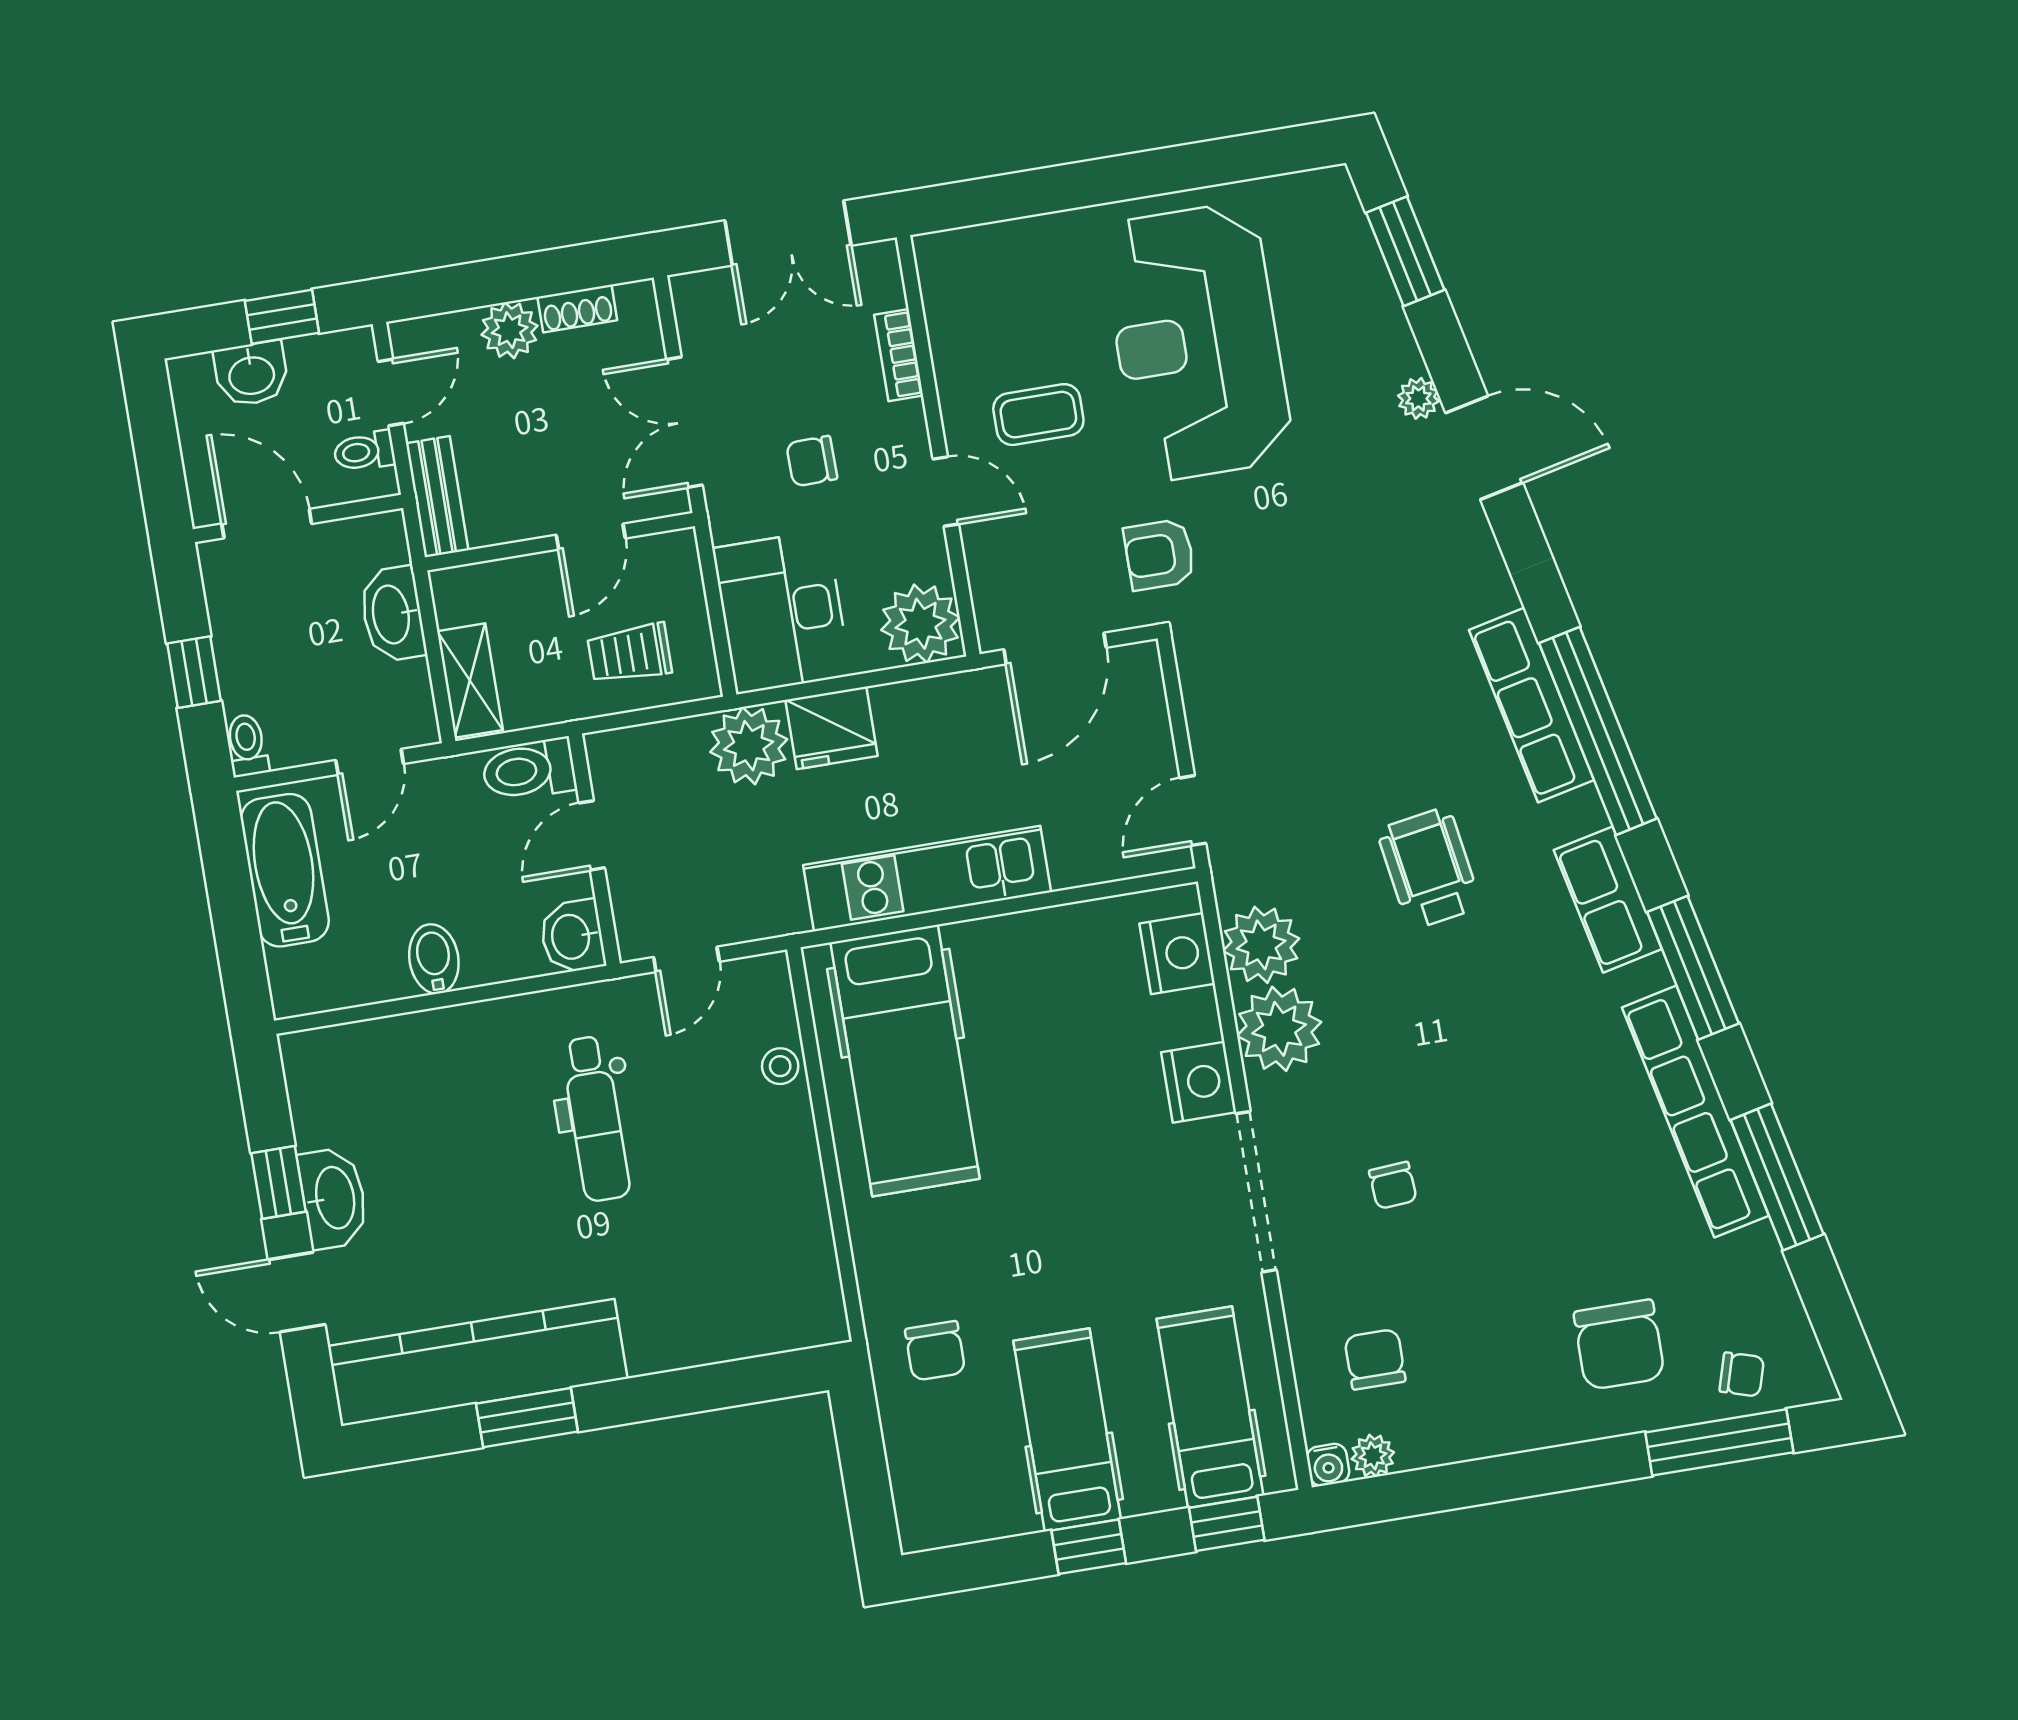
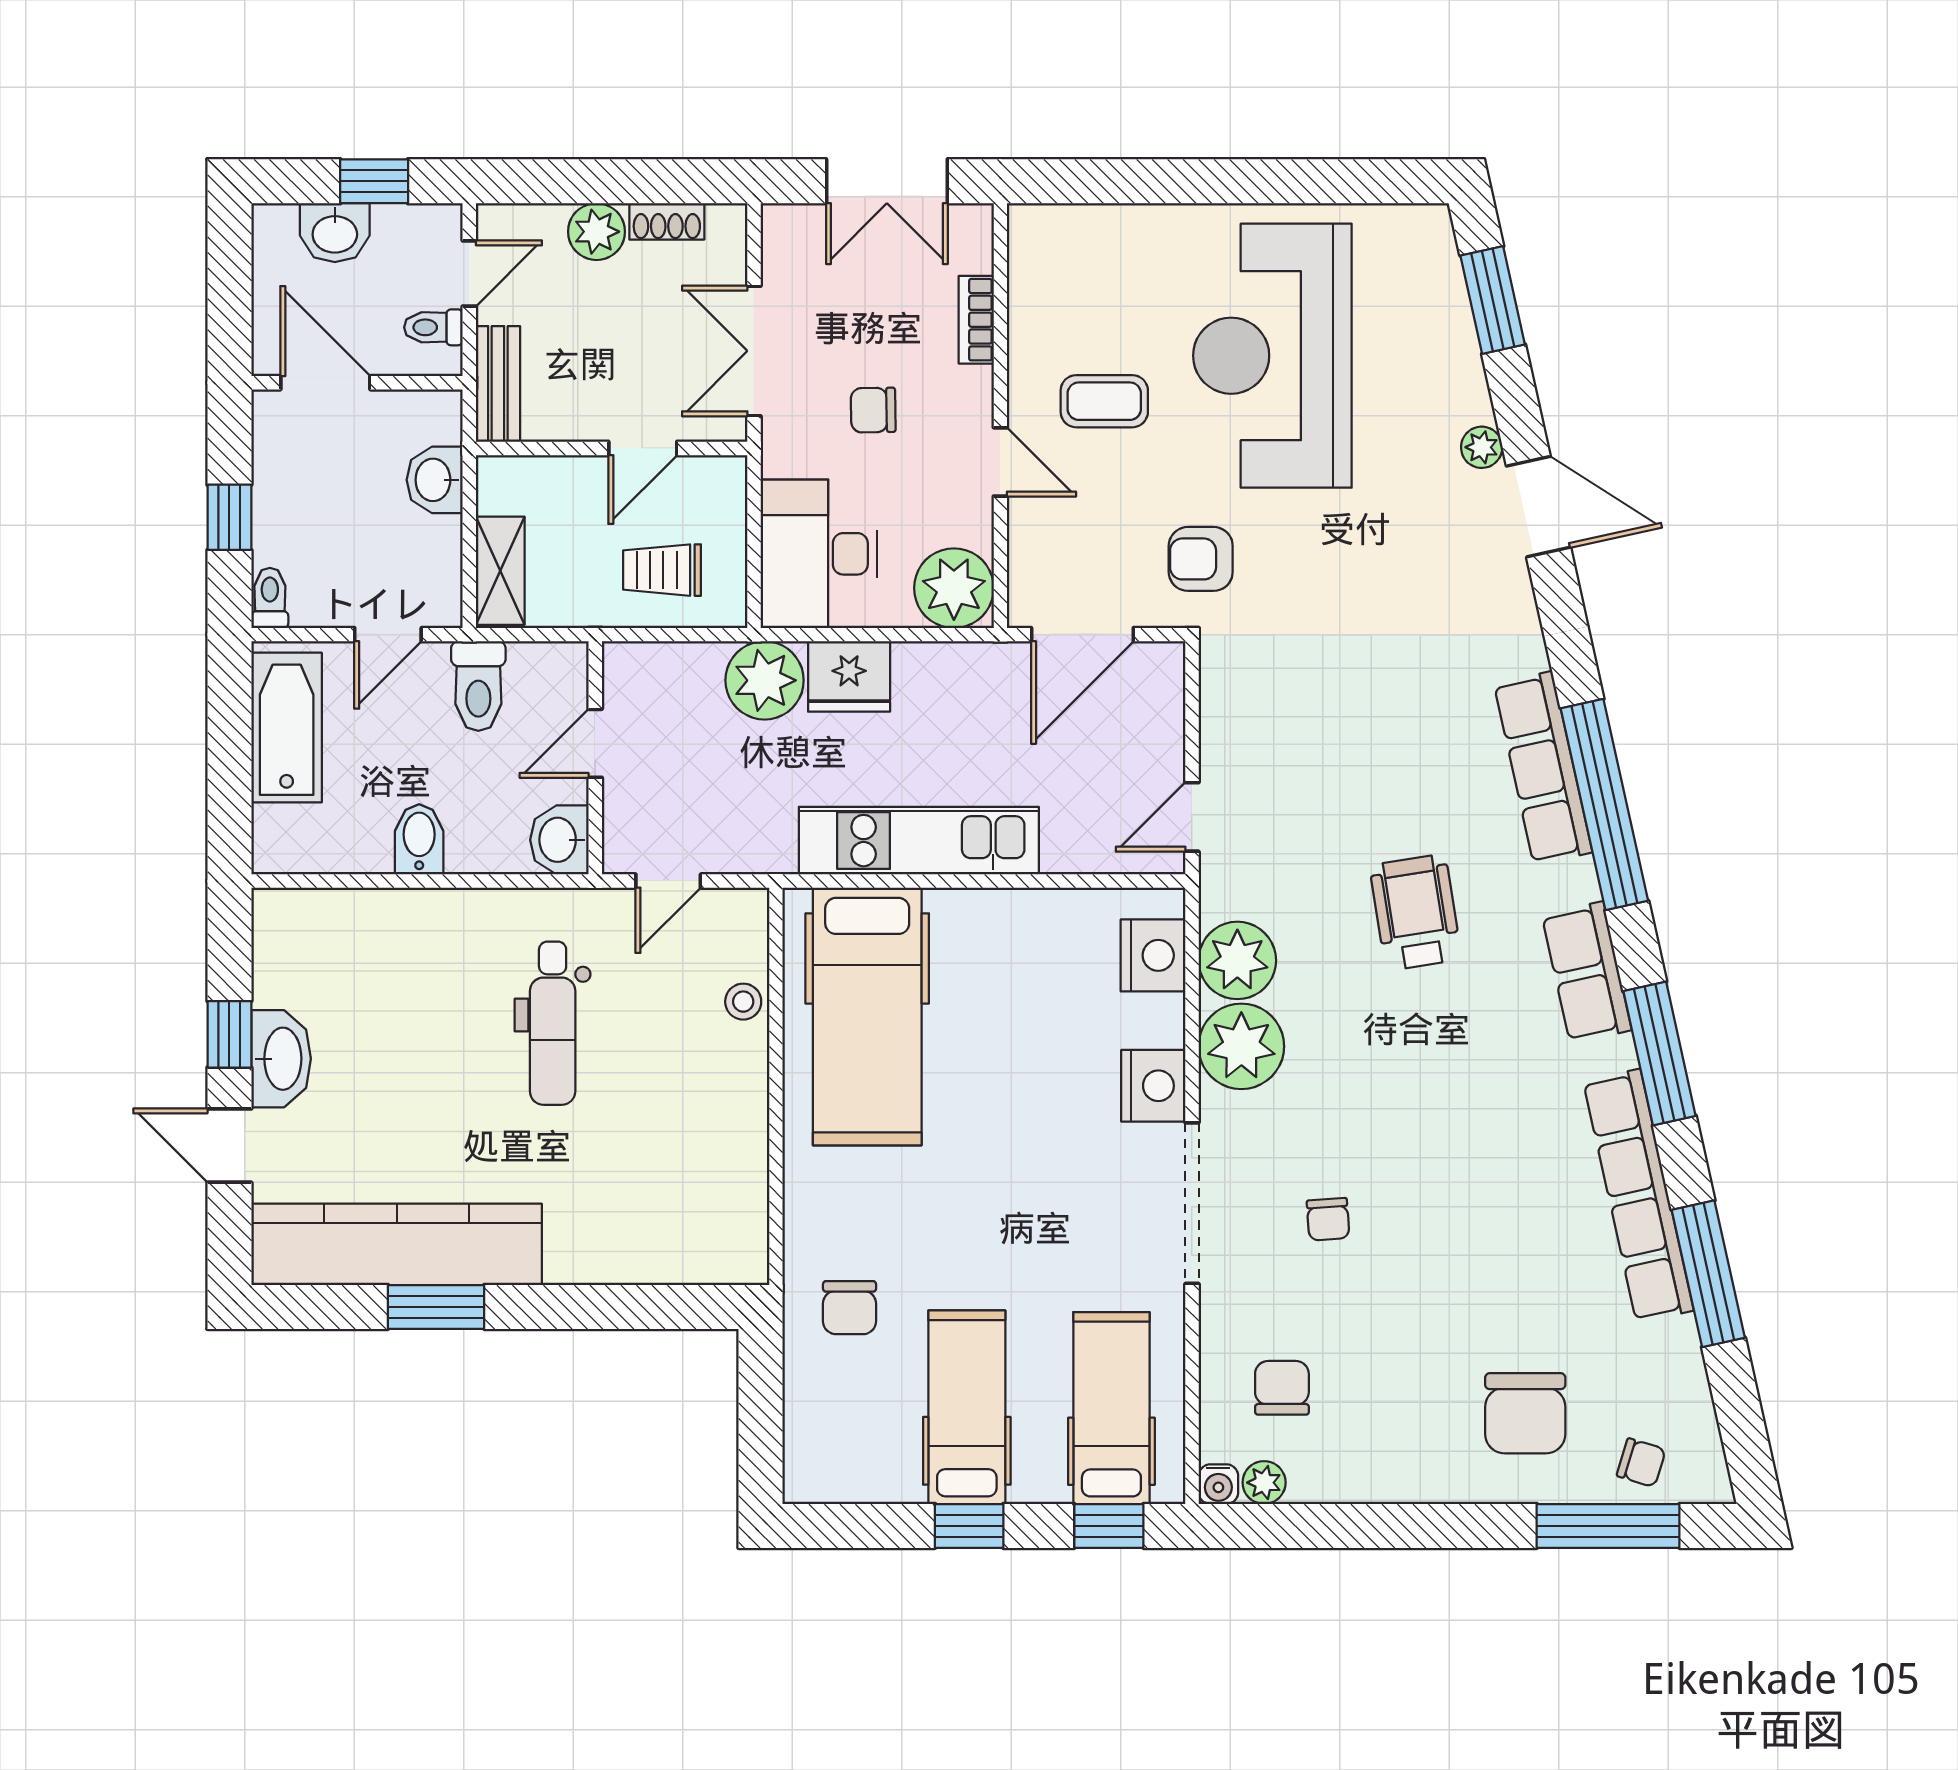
washbasin: (392, 614) -> (435, 480), width x0.72
toilet: (529, 770) -> (478, 686), moved, turned -90

